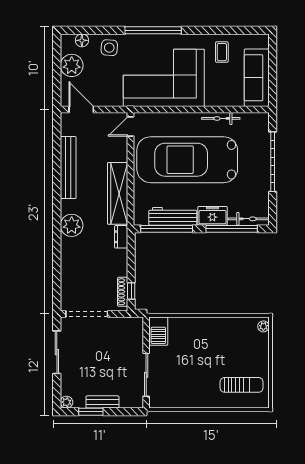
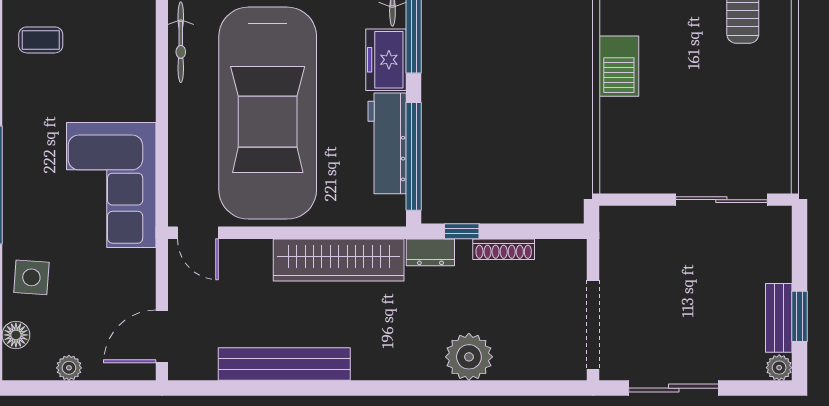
plant: (72, 65) -> (69, 368), width x0.53, depth x0.53
corner sofa: (164, 78) -> (111, 185), width x0.73, depth x0.74
plant: (72, 225) -> (469, 357), moved
window: (131, 291) -> (462, 231), moved
shoe rack: (123, 292) -> (504, 249), moved
barbecue: (158, 331) -> (619, 66), moved, turned 90
bench: (102, 402) -> (779, 318), moved

